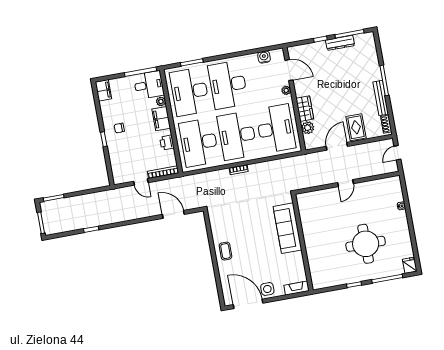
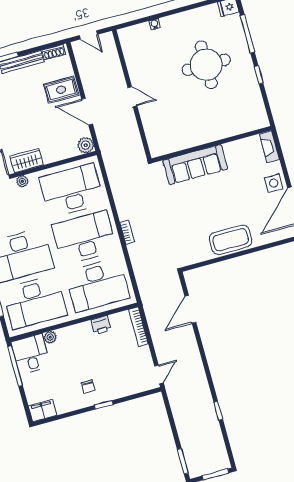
wardrobe: (305, 109) -> (27, 161), moved
filing cabinet: (161, 119) -> (72, 335), removed
plant: (308, 128) -> (86, 145), moved
desk: (237, 136) -> (85, 238), turned 180
door: (141, 182) -> (159, 374), moved
coffee table: (226, 251) -> (231, 240), width x1.86, depth x1.72

